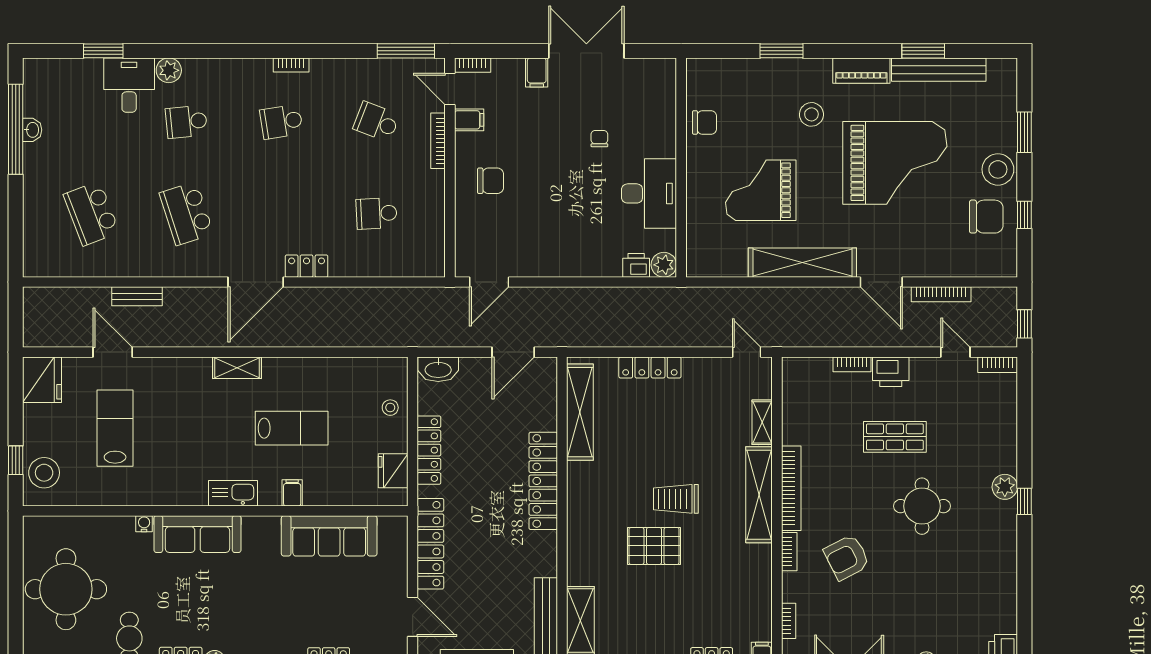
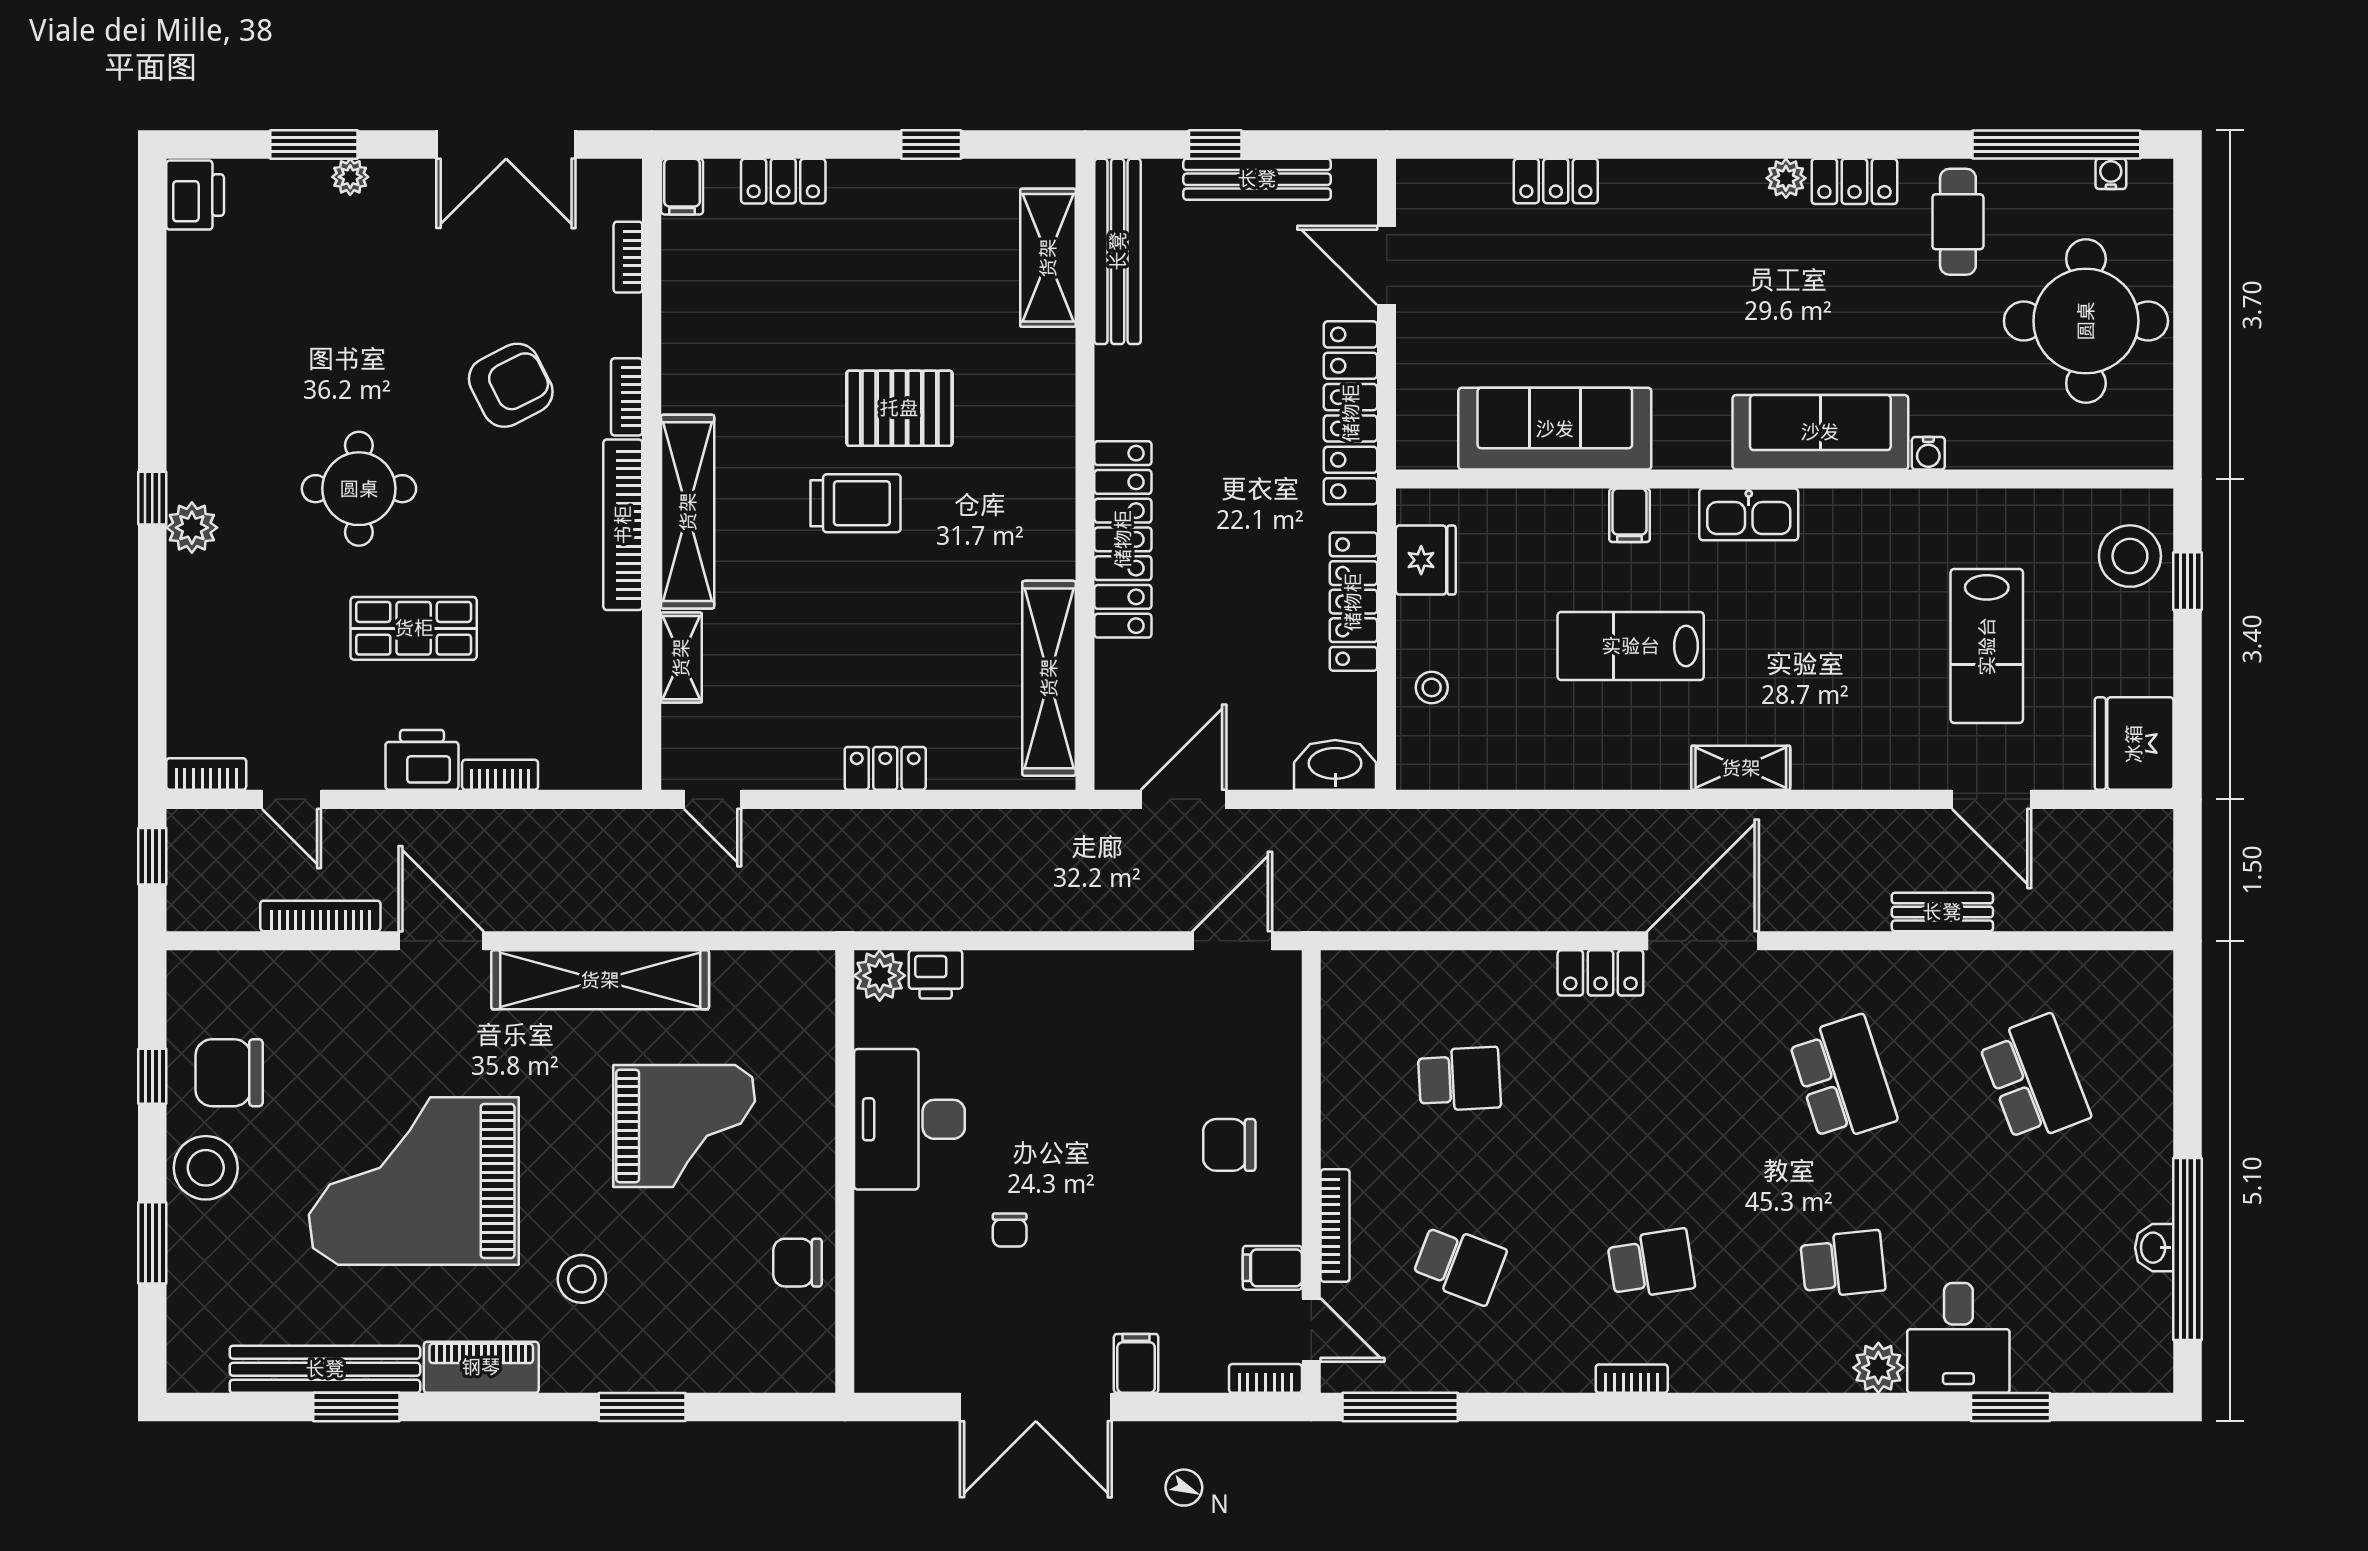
locker: (650, 367) -> (885, 768), width x0.66

